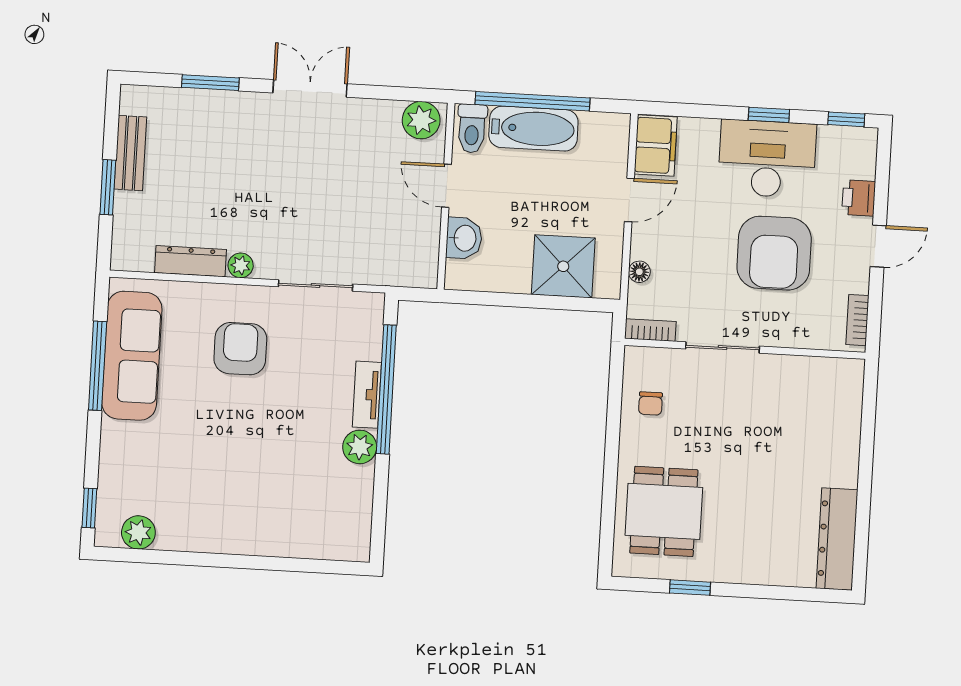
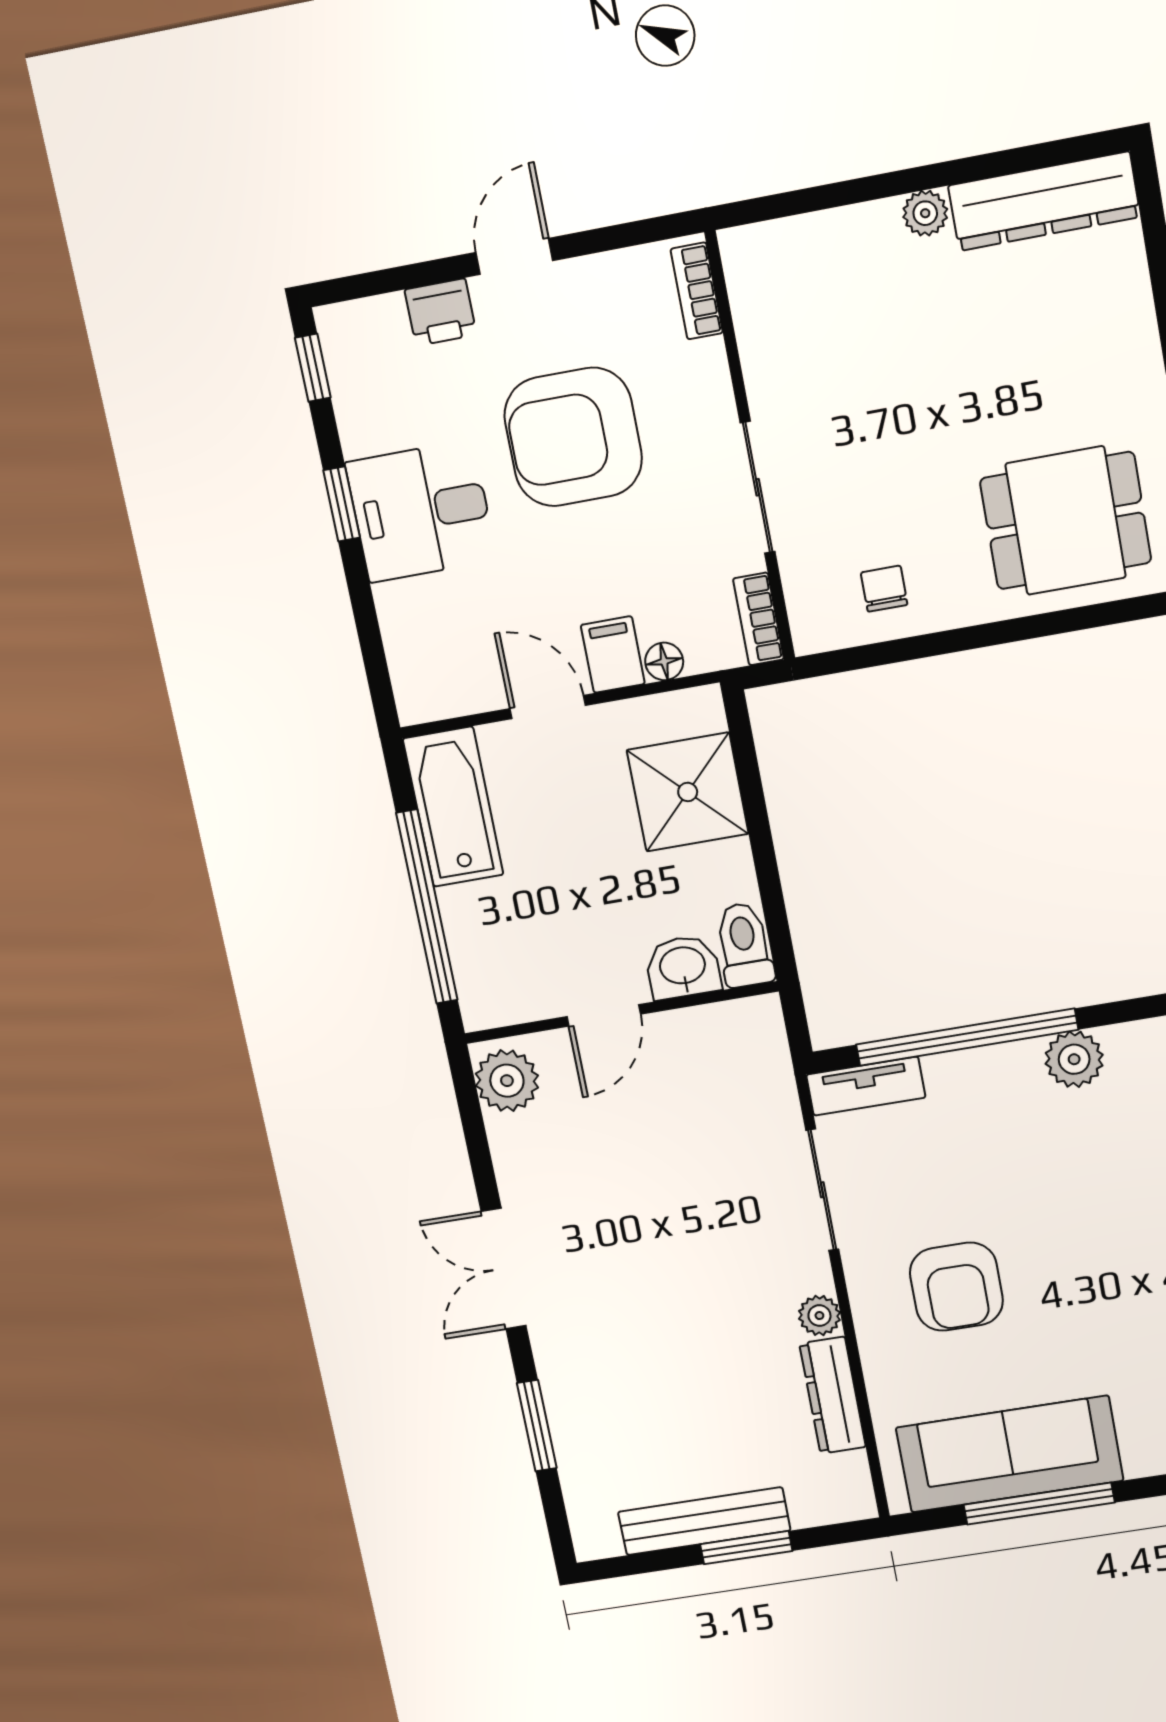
toilet: (472, 128) -> (744, 945), moved, turned -90
bathtub: (533, 129) -> (453, 807), moved
filing cabinet: (656, 145) -> (613, 654), moved, width x0.50
bench: (130, 153) -> (704, 1521), width x1.36
desk: (767, 159) -> (421, 511), width x0.73
door: (878, 246) -> (514, 256), hinge flipped
armchair: (774, 253) -> (573, 437), turned 180
bookcase: (857, 320) -> (697, 291), moved, turned 90
armchair: (240, 349) -> (956, 1287), turned -90
tv unit: (367, 395) -> (866, 1086), moved
chair: (650, 404) -> (884, 589), turned -90
plant: (846, 474) -> (925, 213), added

